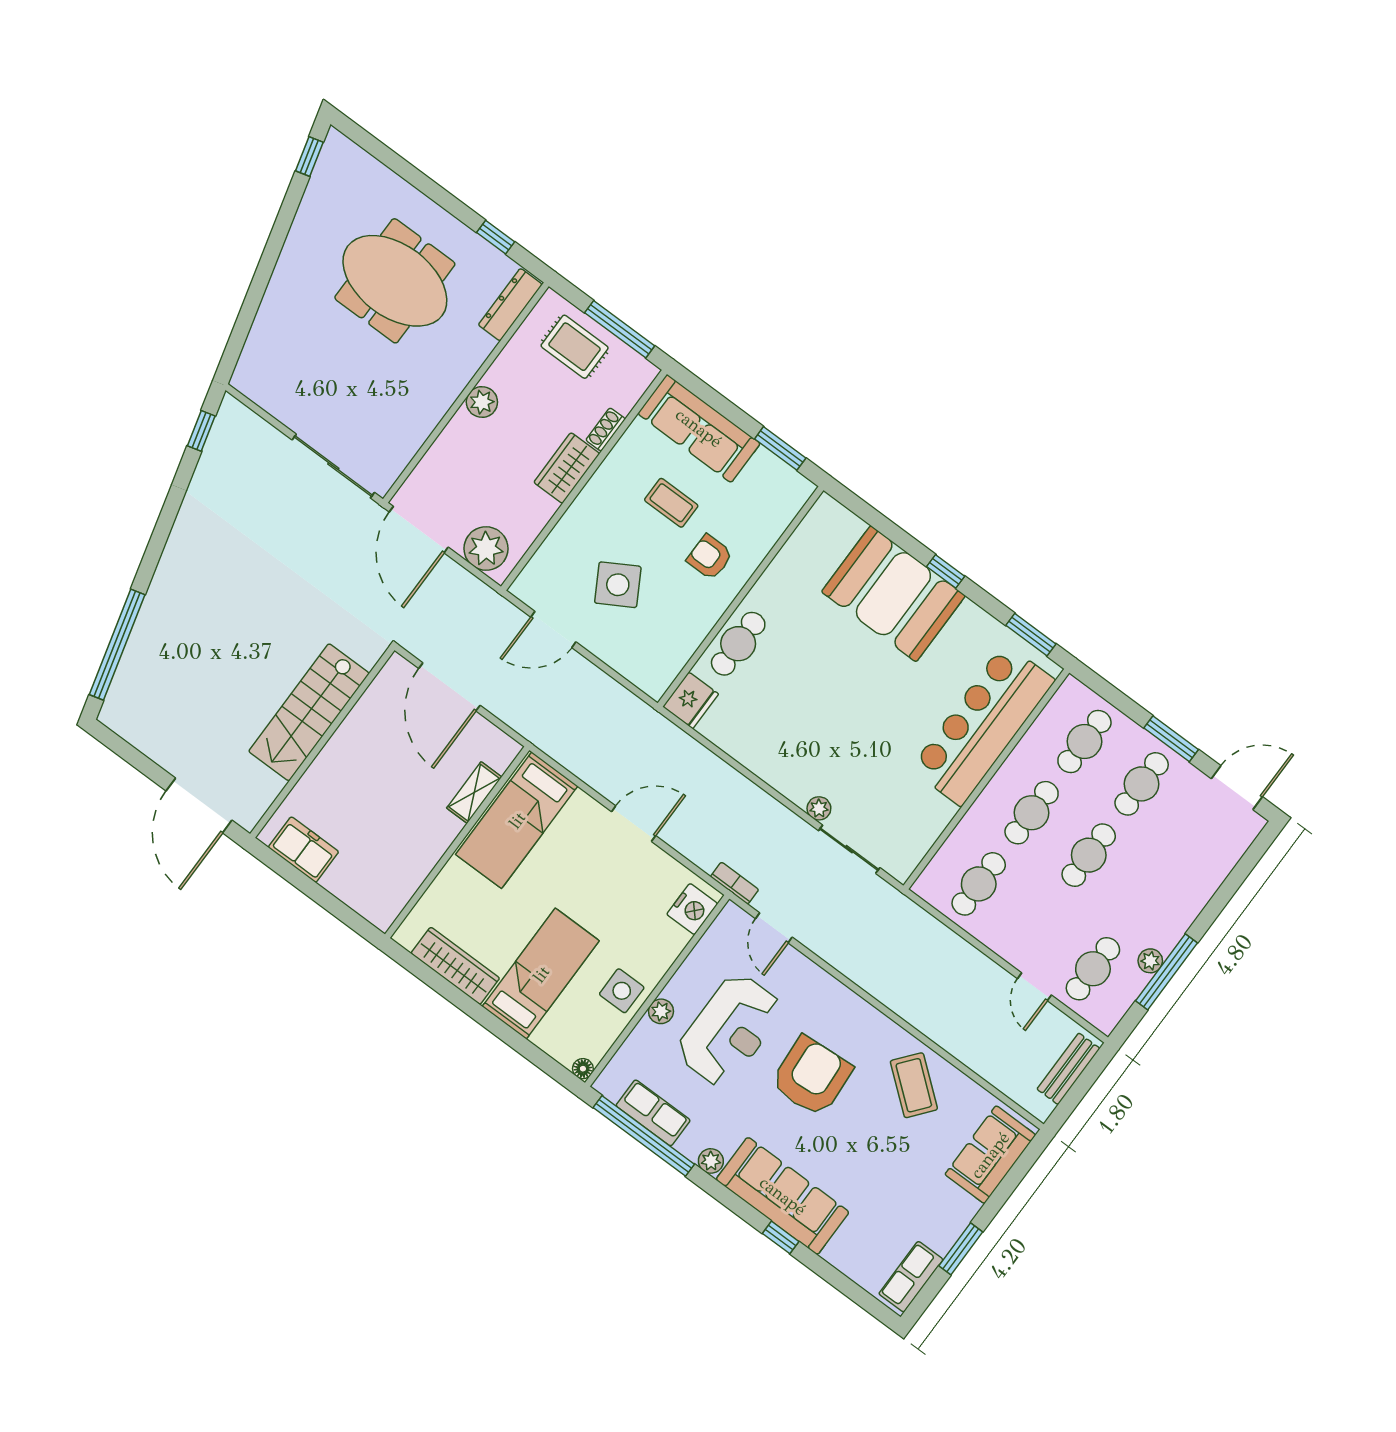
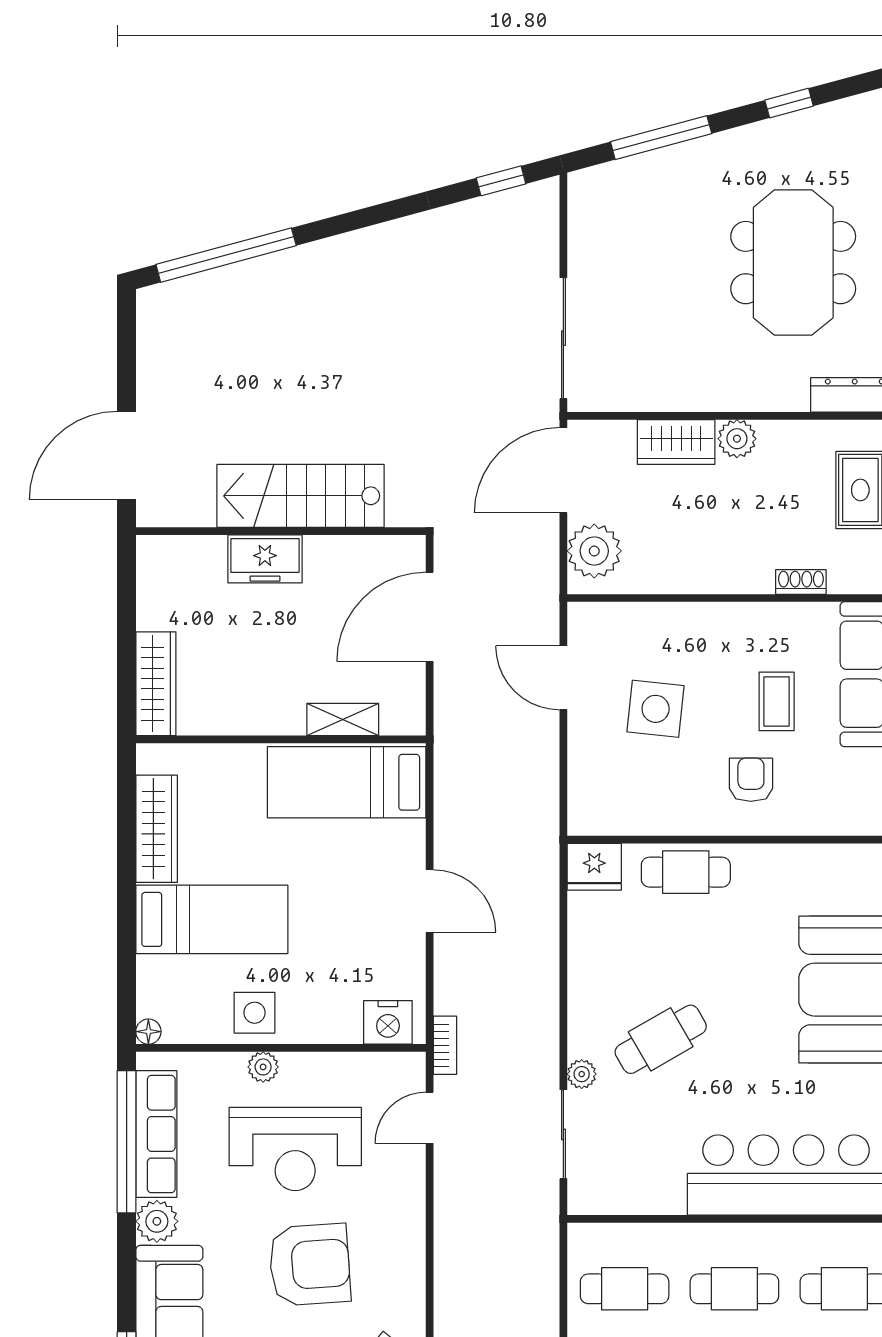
window: (309, 156) -> (789, 103), moved
window: (250, 306) -> (661, 138), added
wardrobe: (567, 468) -> (676, 442), moved, turned 180
side table: (618, 585) -> (656, 709), turned 36
cafe table: (834, 740) -> (661, 1039), added
freezer: (303, 850) -> (265, 559), moved, turned 90
wardrobe: (361, 896) -> (156, 684), added
row of seats: (653, 1113) -> (156, 1134), width x1.48
plant: (711, 1161) -> (157, 1221), width x1.38, depth x1.38

